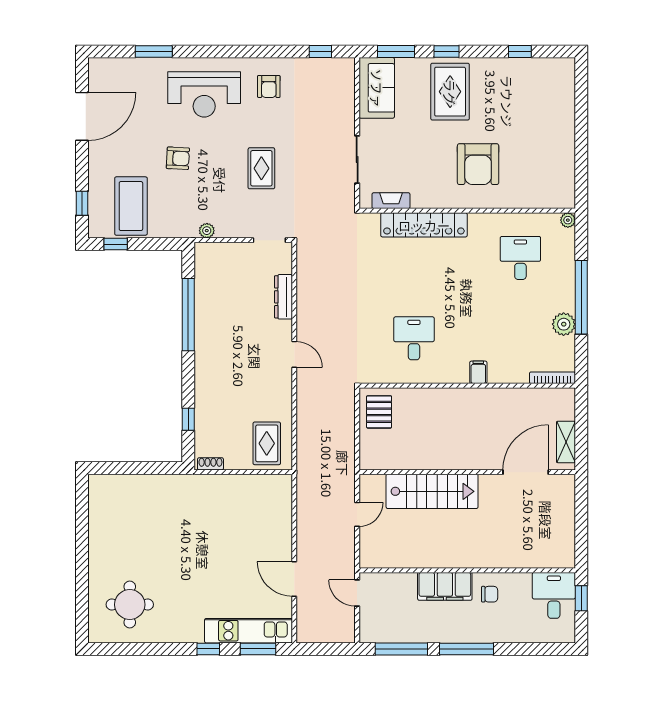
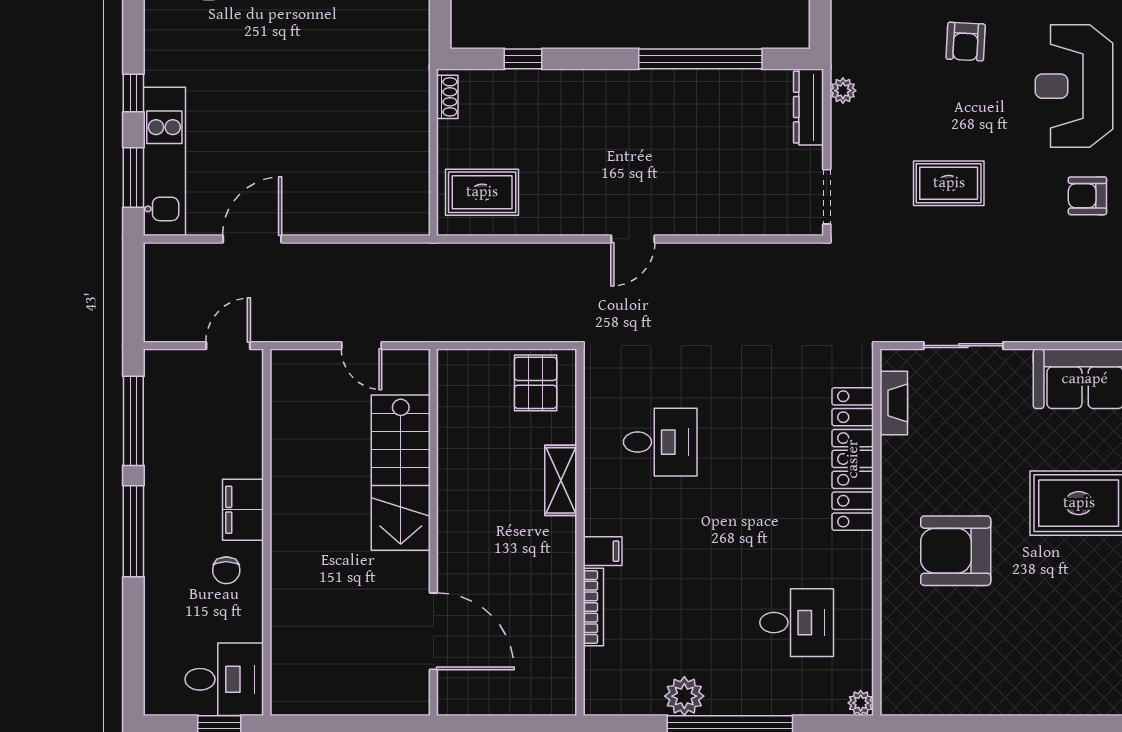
dresser: (284, 297) -> (809, 107), moved, turned -90
bookcase: (552, 378) -> (593, 607), moved
pallet: (379, 412) -> (536, 383), turned 90
shelving: (566, 442) -> (561, 480), moved, turned 90
filing cabinet: (445, 586) -> (243, 510), width x0.67, depth x0.86

